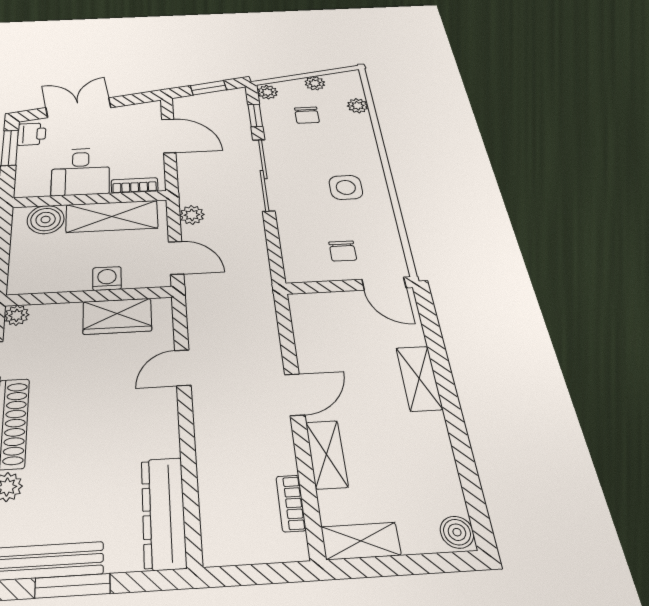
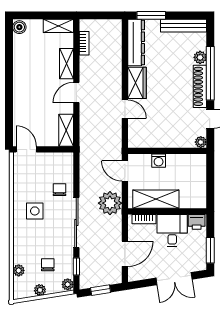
printer: (32, 134) -> (197, 222), moved, turned -90
door: (169, 136) -> (125, 254), swing flipped
plant: (192, 215) -> (110, 203), width x1.88, depth x1.88
boiler: (46, 220) -> (189, 199), removed
chair: (343, 251) -> (59, 190), moved
wardrobe: (117, 316) -> (137, 83), moved, turned 90
door: (183, 368) -> (125, 109), hinge flipped
shelving: (419, 378) -> (66, 130), moved
window: (73, 586) -> (151, 15), moved

